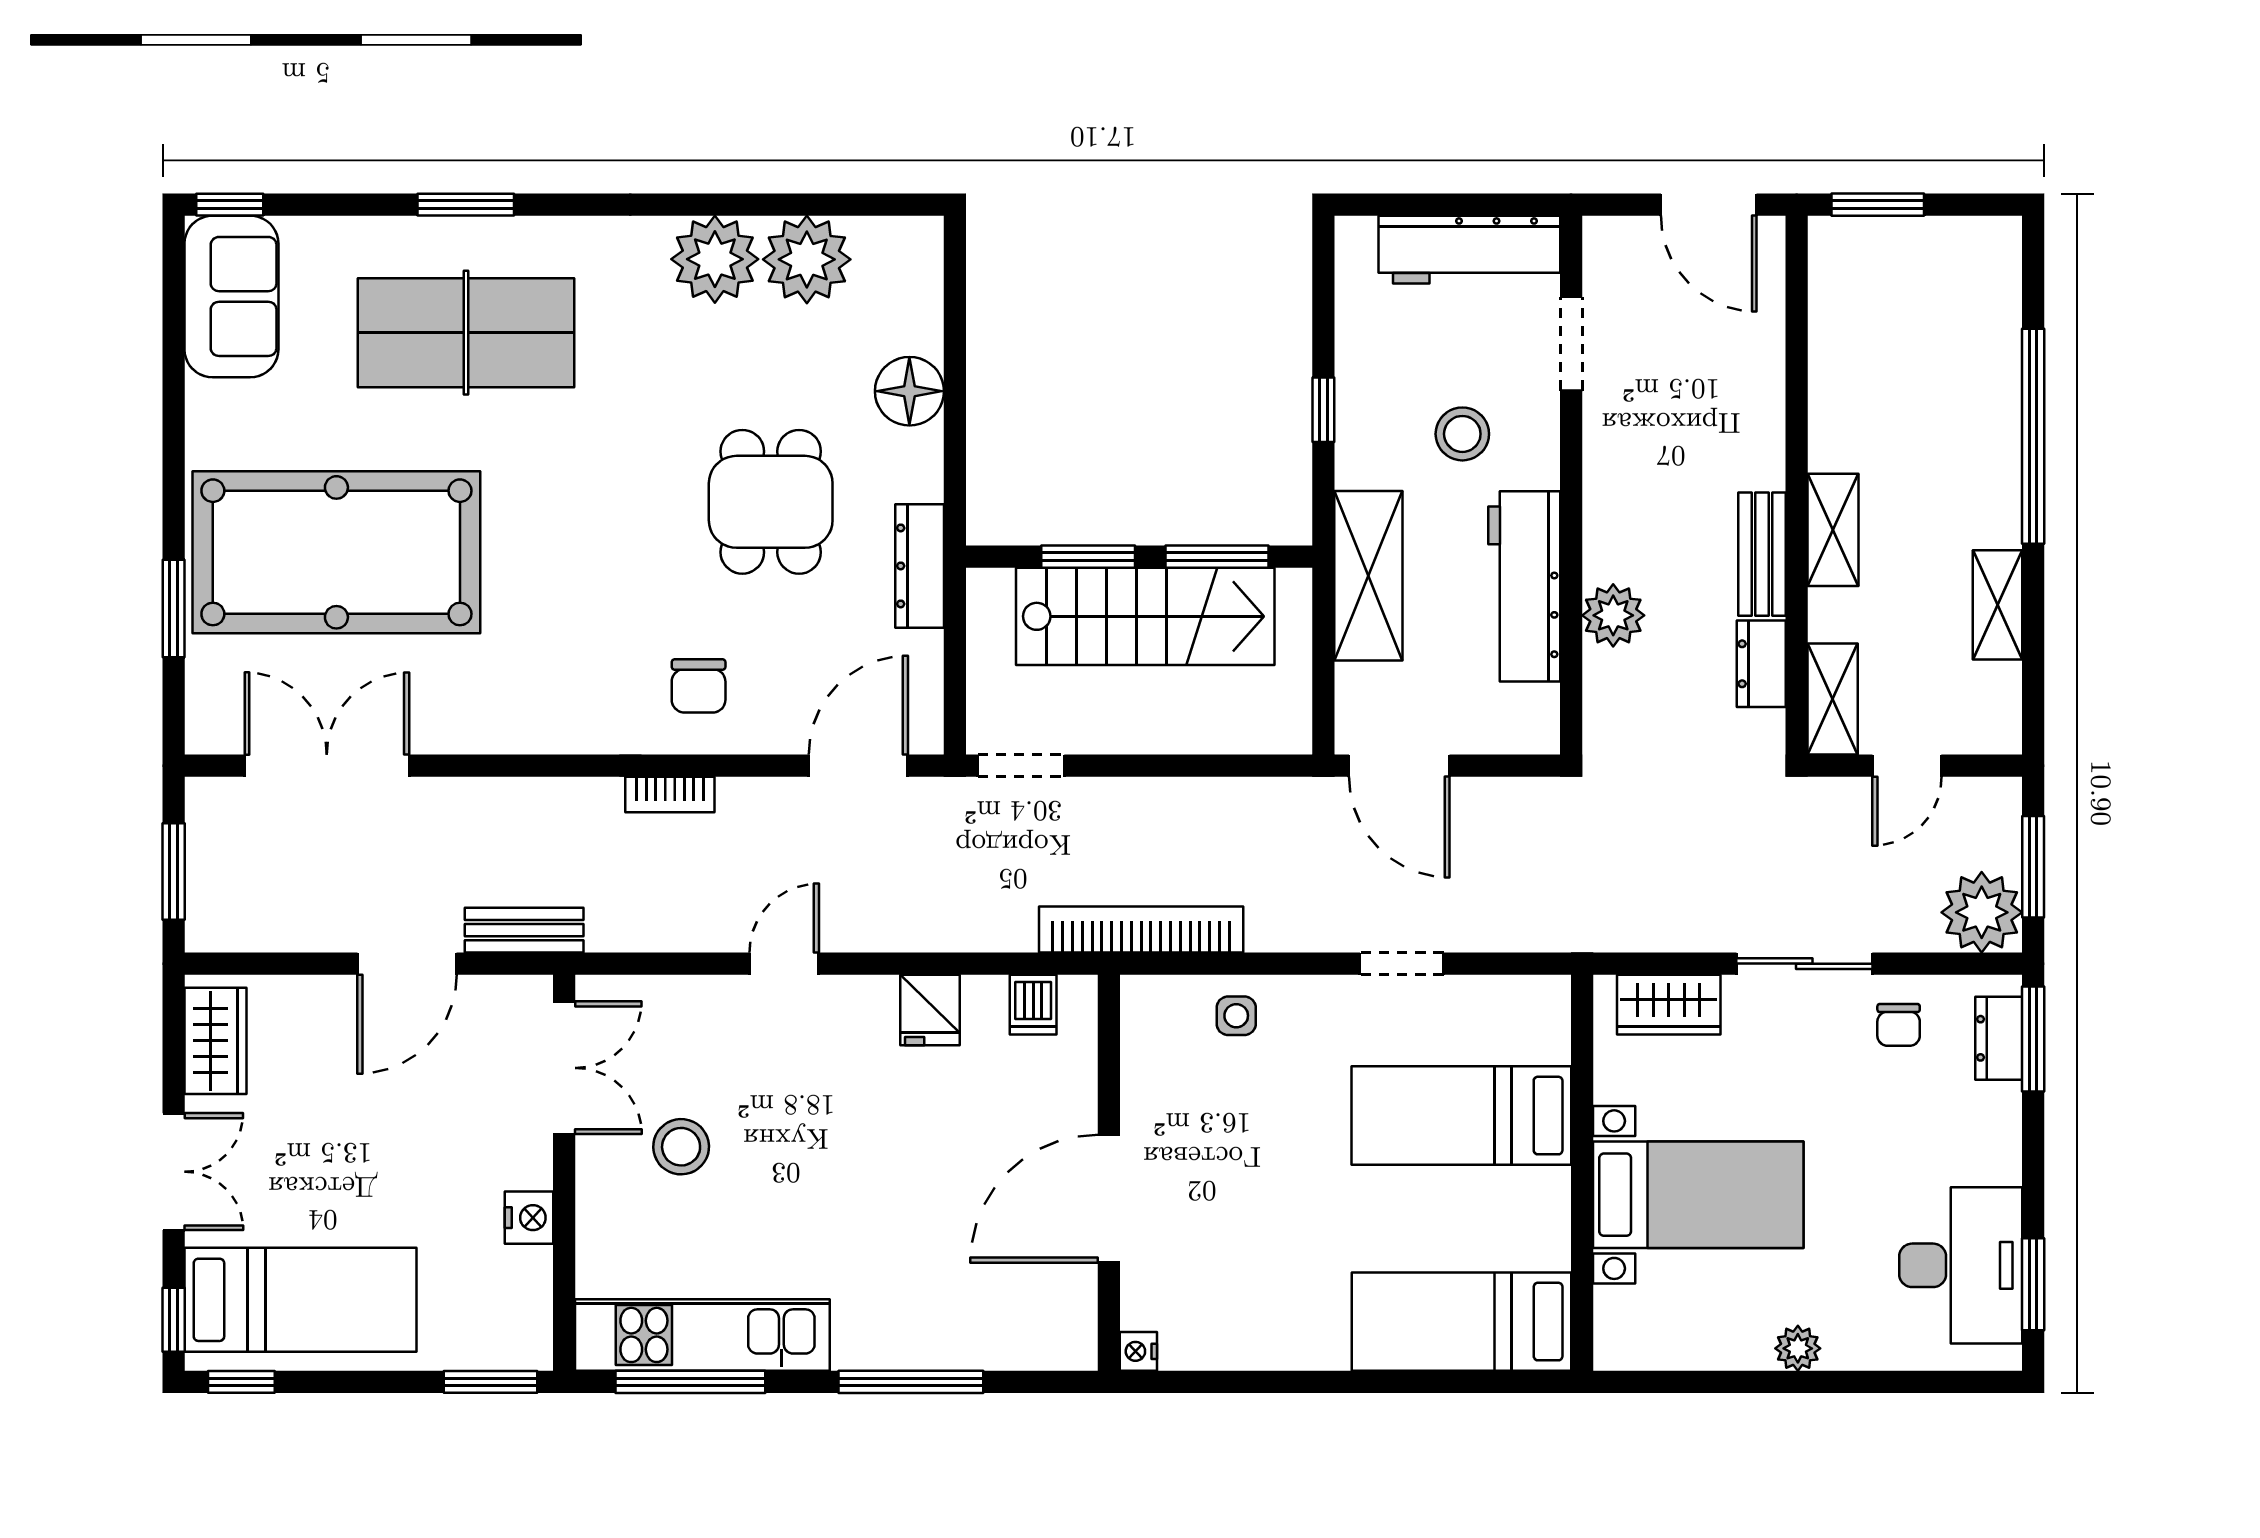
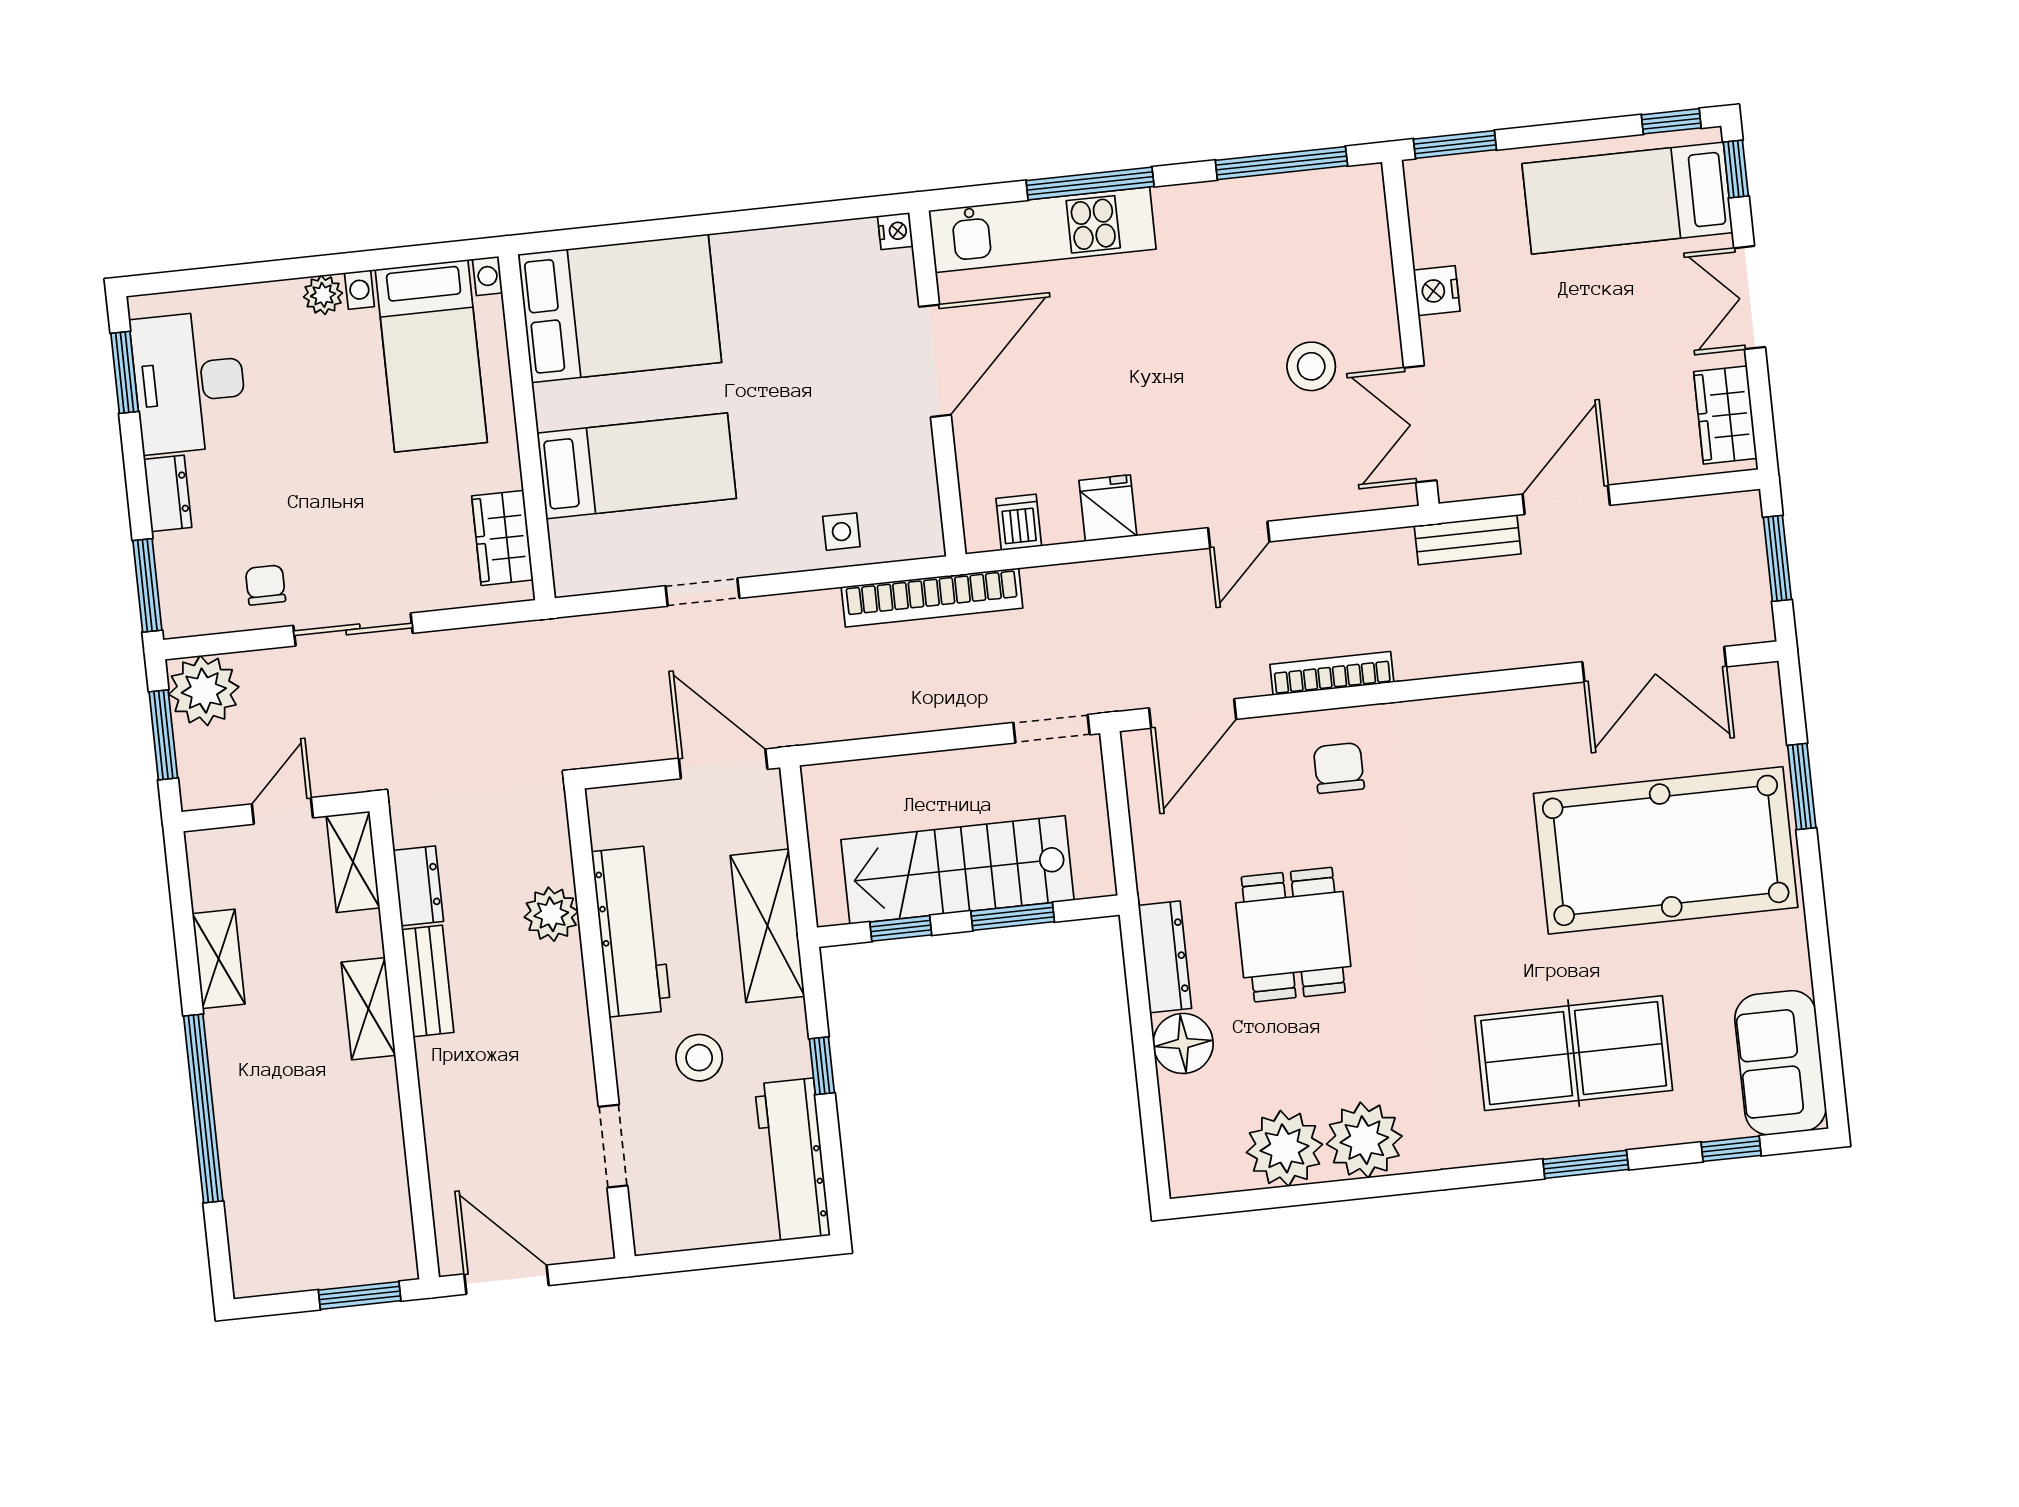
window: (230, 205) -> (1731, 1149), moved
workbench: (1469, 250) -> (792, 1160), moved, turned -90
window: (1217, 557) -> (901, 928), width x0.67
dresser: (920, 566) -> (1165, 957), moved
bookcase: (670, 794) -> (1332, 673), width x1.56
wardrobe: (1669, 1005) -> (502, 538), moved, turned -90
dresser: (1999, 1038) -> (168, 493), moved
bed with nightstands: (1698, 1195) -> (431, 356), moved, turned -90
bed: (1461, 1322) -> (620, 308), width x1.50
kitchen unit: (702, 1335) -> (1042, 230), moved

